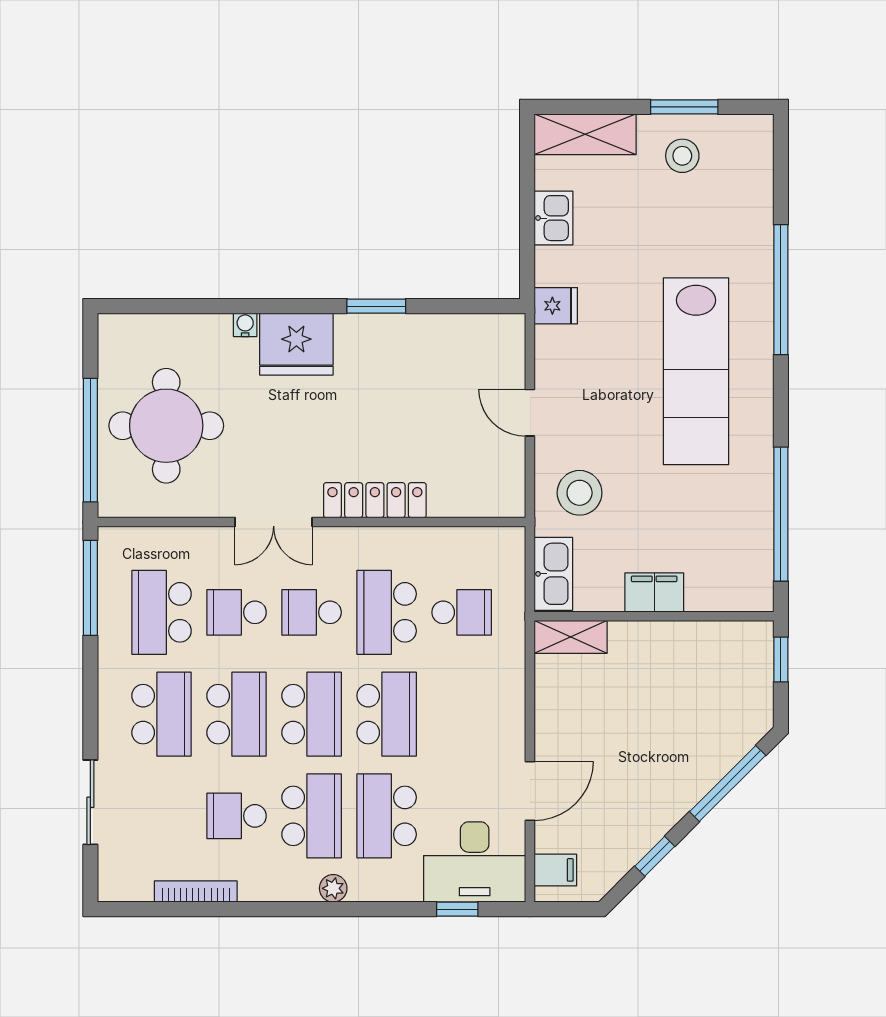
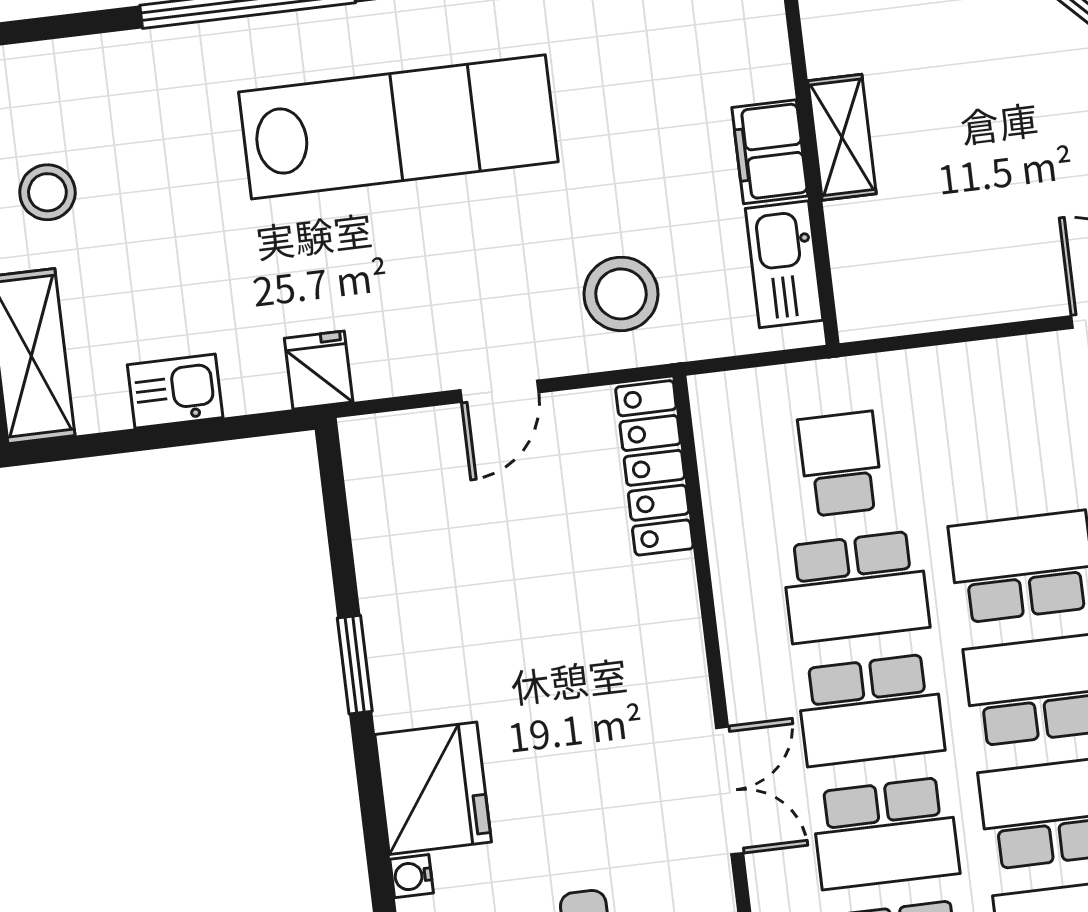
locker: (375, 500) -> (654, 468), moved
kitchen sink: (553, 574) -> (784, 264), moved, turned -90
school desk: (237, 612) -> (885, 833), width x1.85
school desk: (312, 612) -> (870, 710), width x1.85
shelving: (571, 637) -> (842, 137), moved

